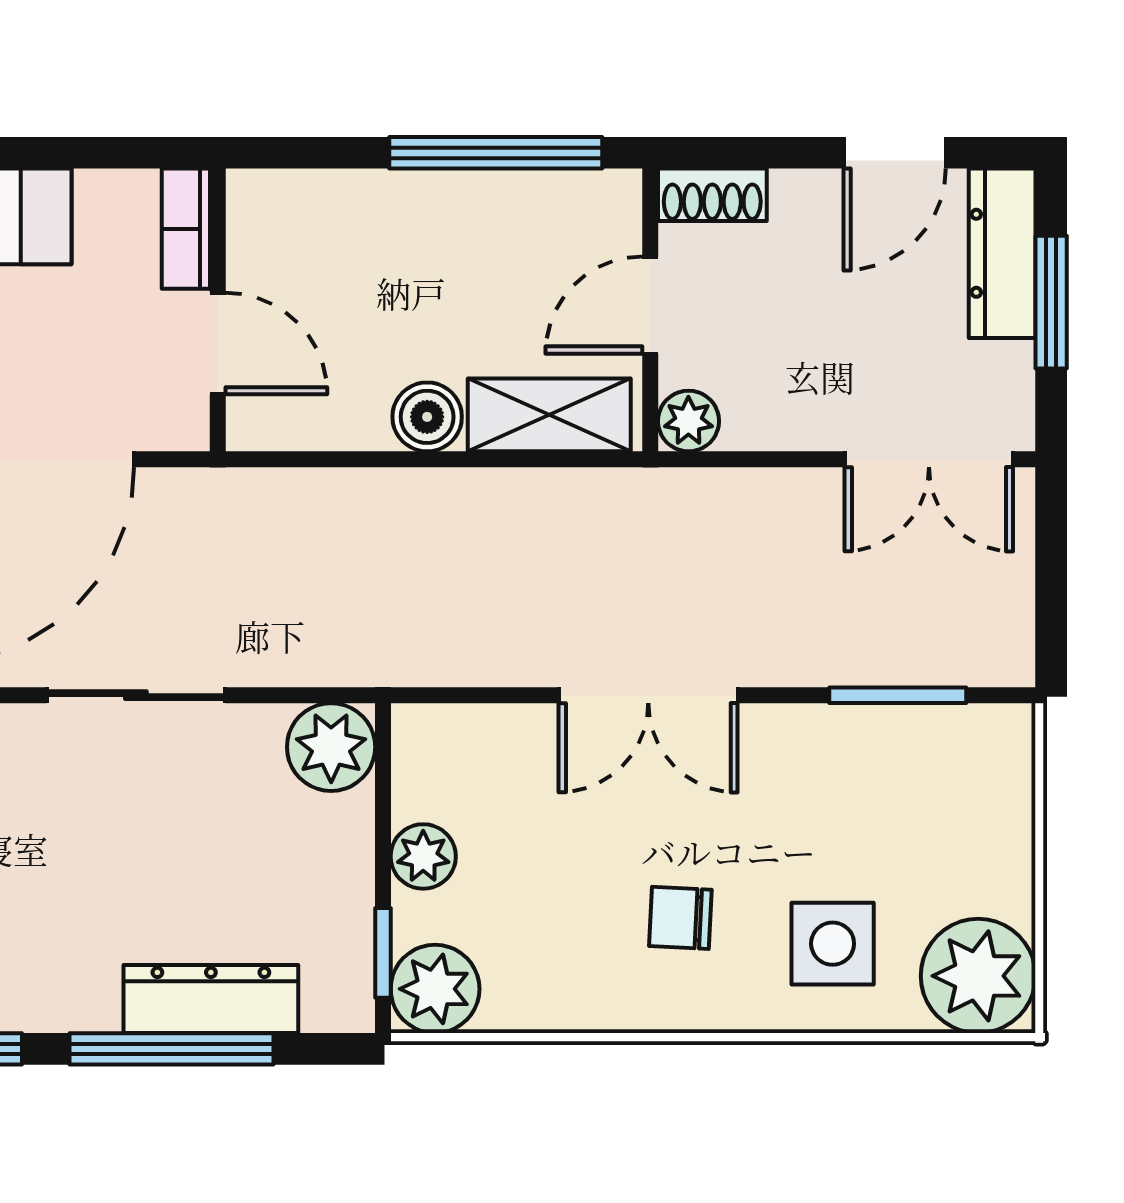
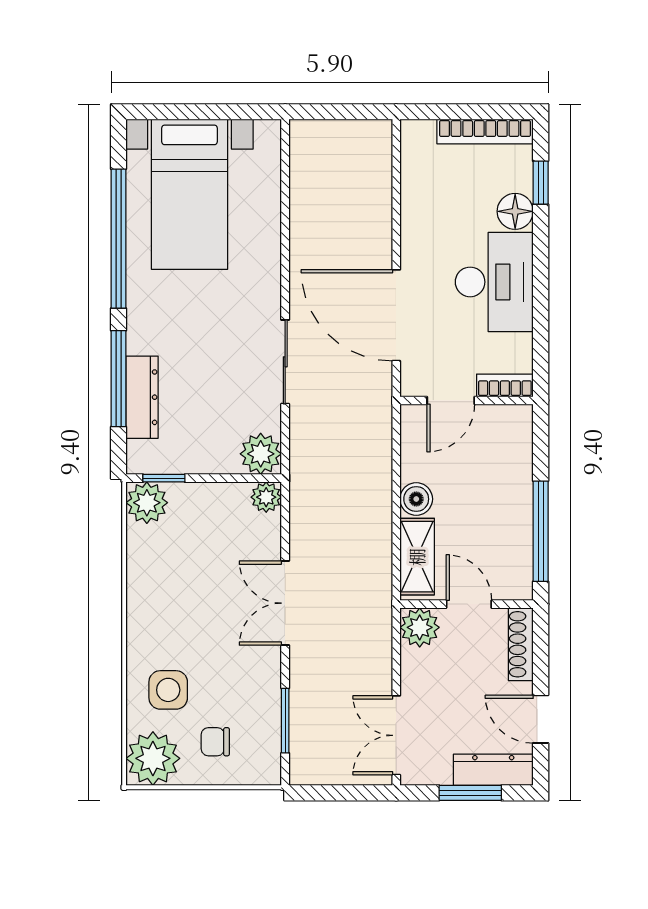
shoe rack: (712, 195) -> (521, 644), width x1.43
plant: (688, 421) -> (420, 627), width x1.38, depth x1.38
plant: (423, 856) -> (266, 497), moved
chair: (680, 918) -> (215, 742), moved, turned -93

